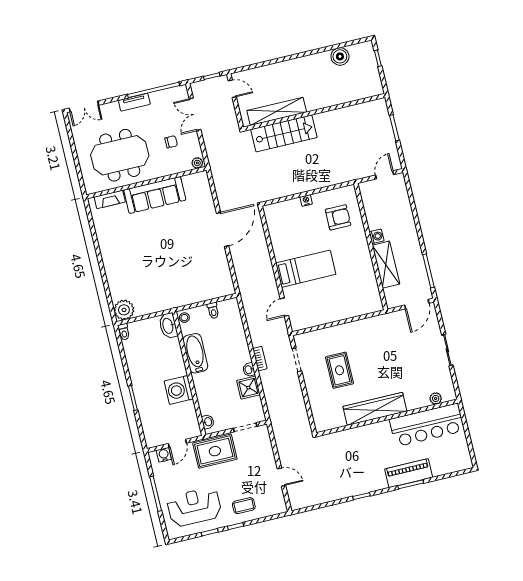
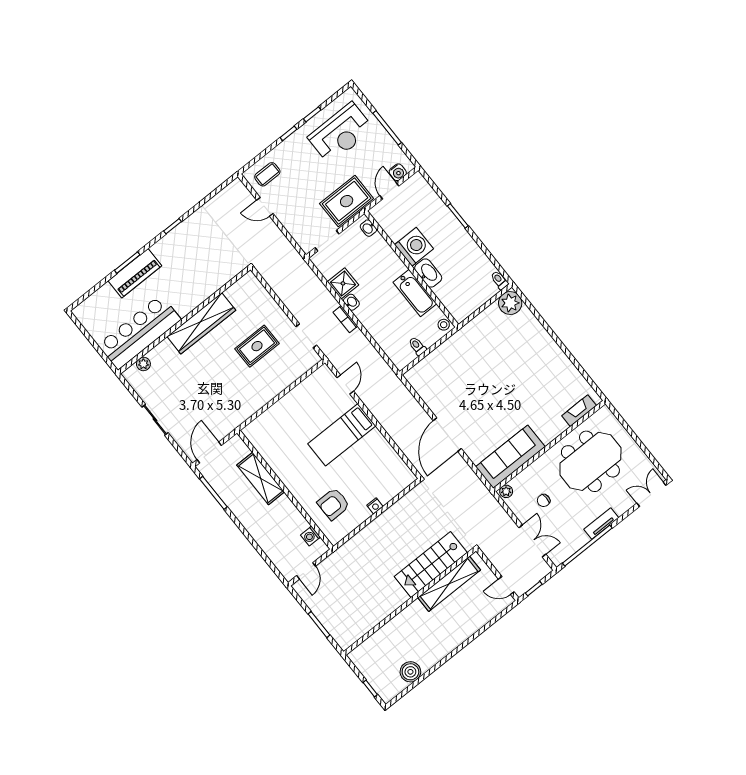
sofa: (155, 195) -> (510, 457), moved
washing machine: (377, 236) -> (311, 536), moved
washbasin: (168, 326) -> (428, 273), moved
rug: (339, 370) -> (257, 346), turned 90
coffee table: (244, 506) -> (267, 174), moved

